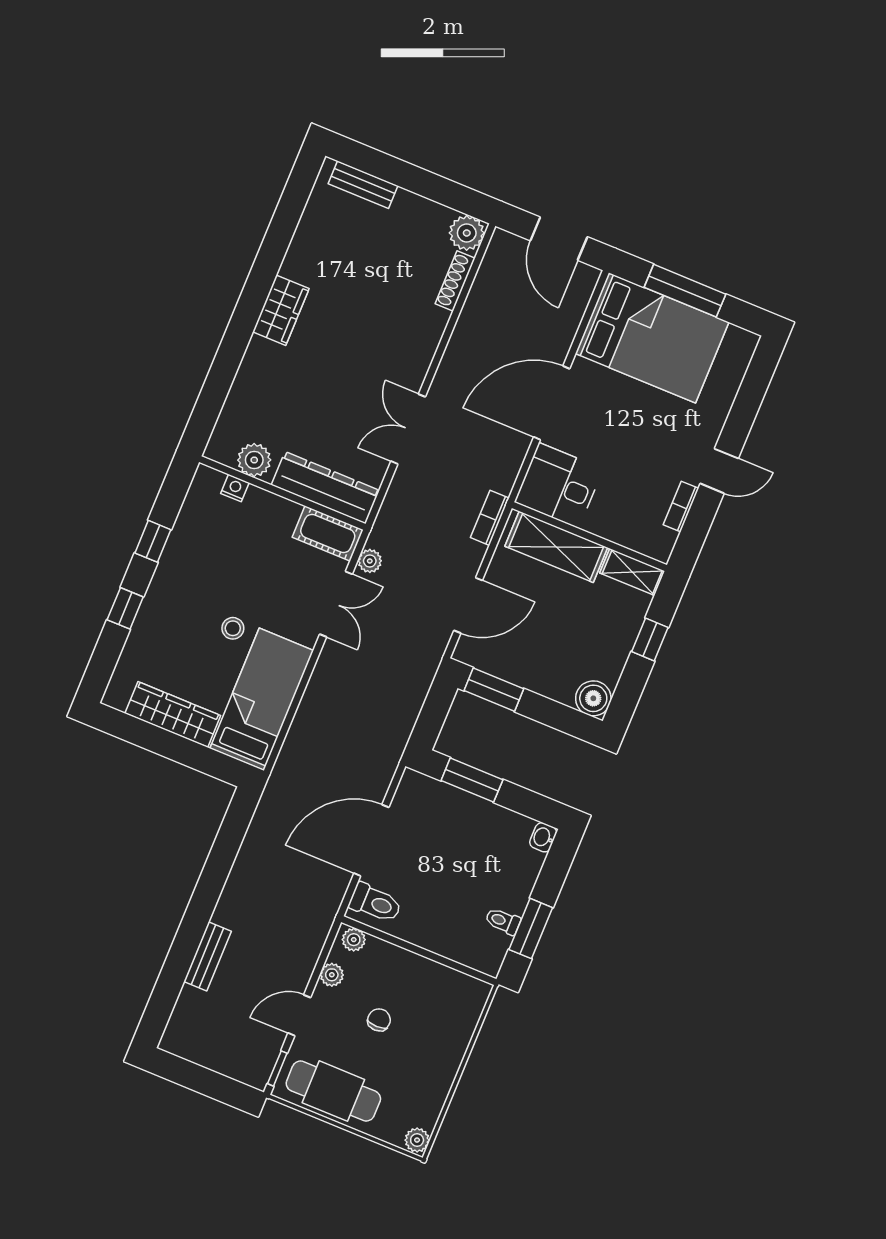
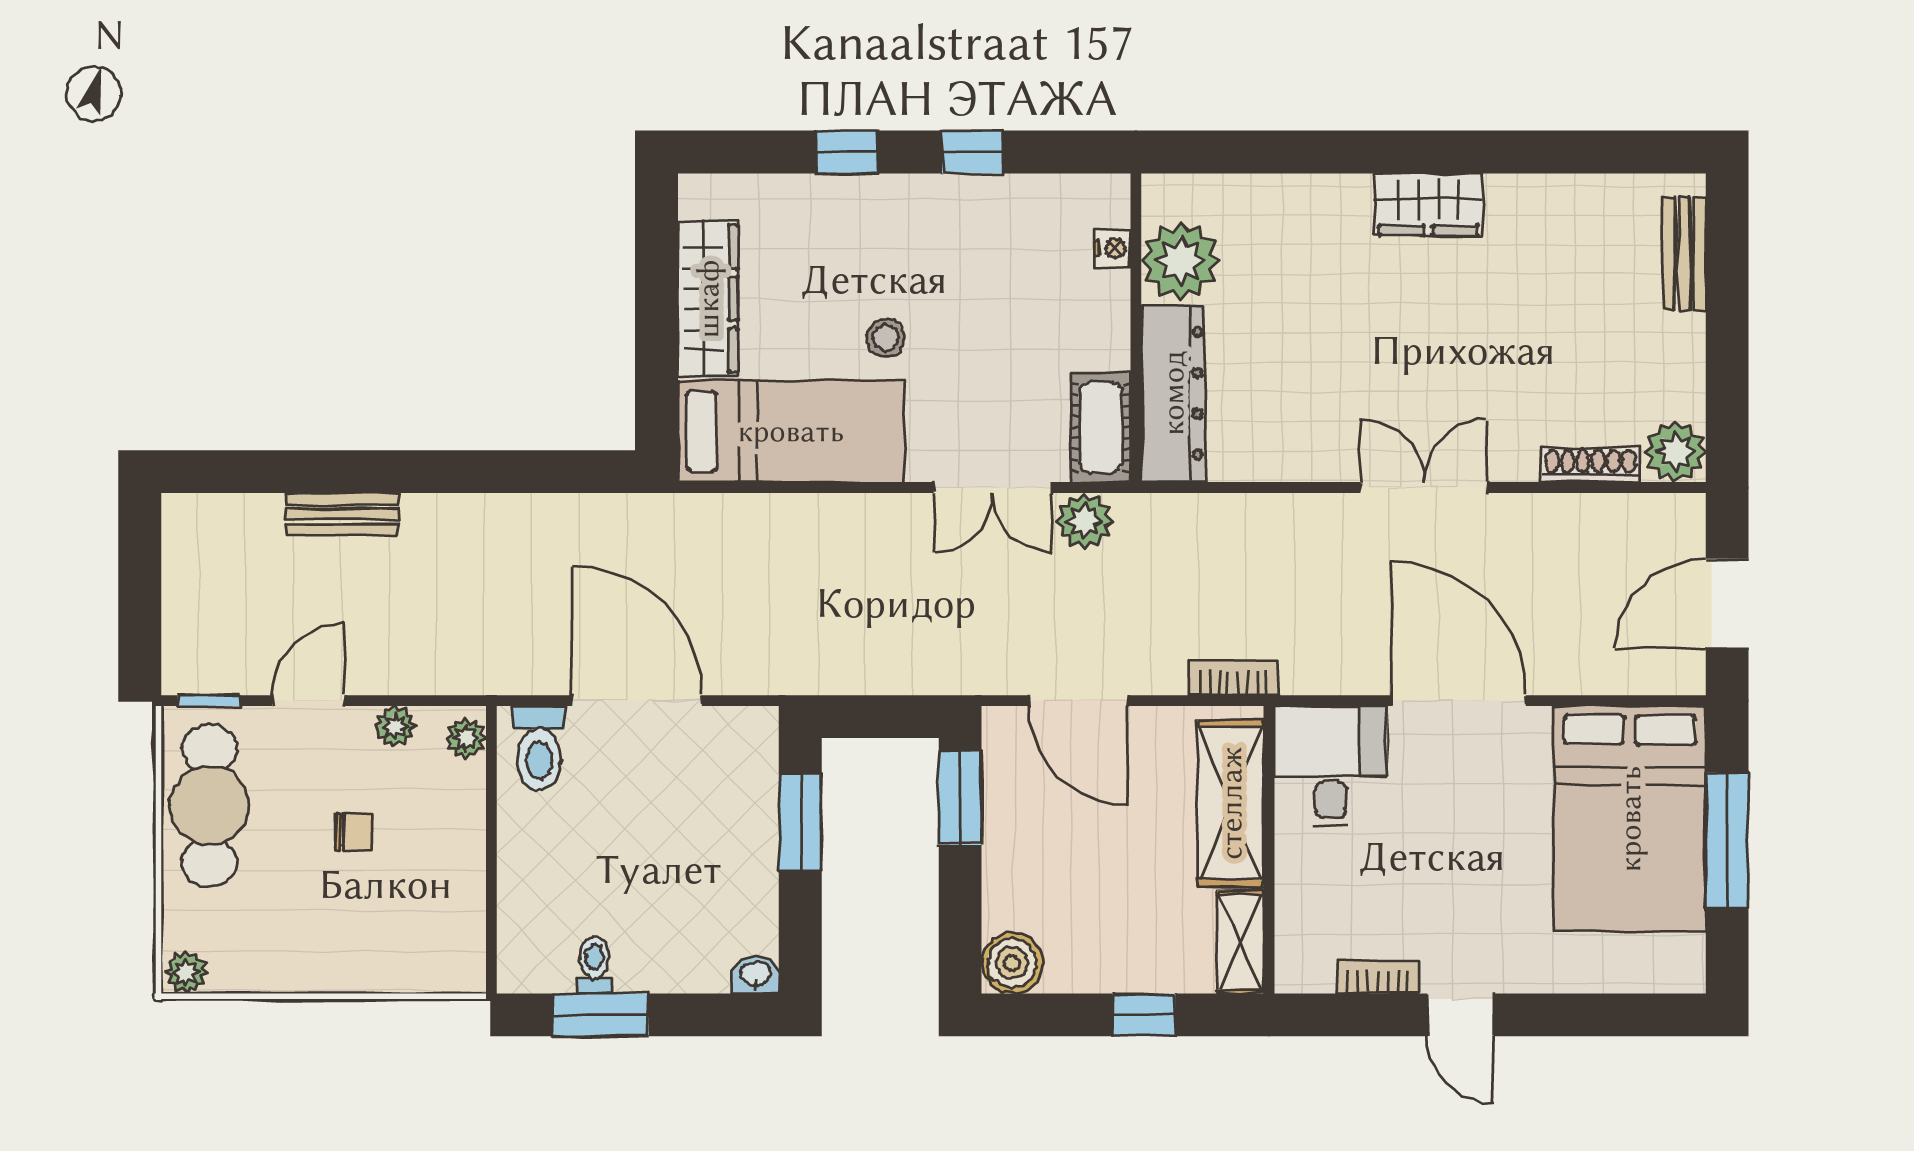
double door: (408, 429) -> (1424, 488), moved
plant: (254, 460) -> (1181, 261), width x1.36, depth x1.36
plant: (370, 561) -> (1085, 521), width x1.38, depth x1.38
door: (299, 1015) -> (308, 701), hinge flipped

